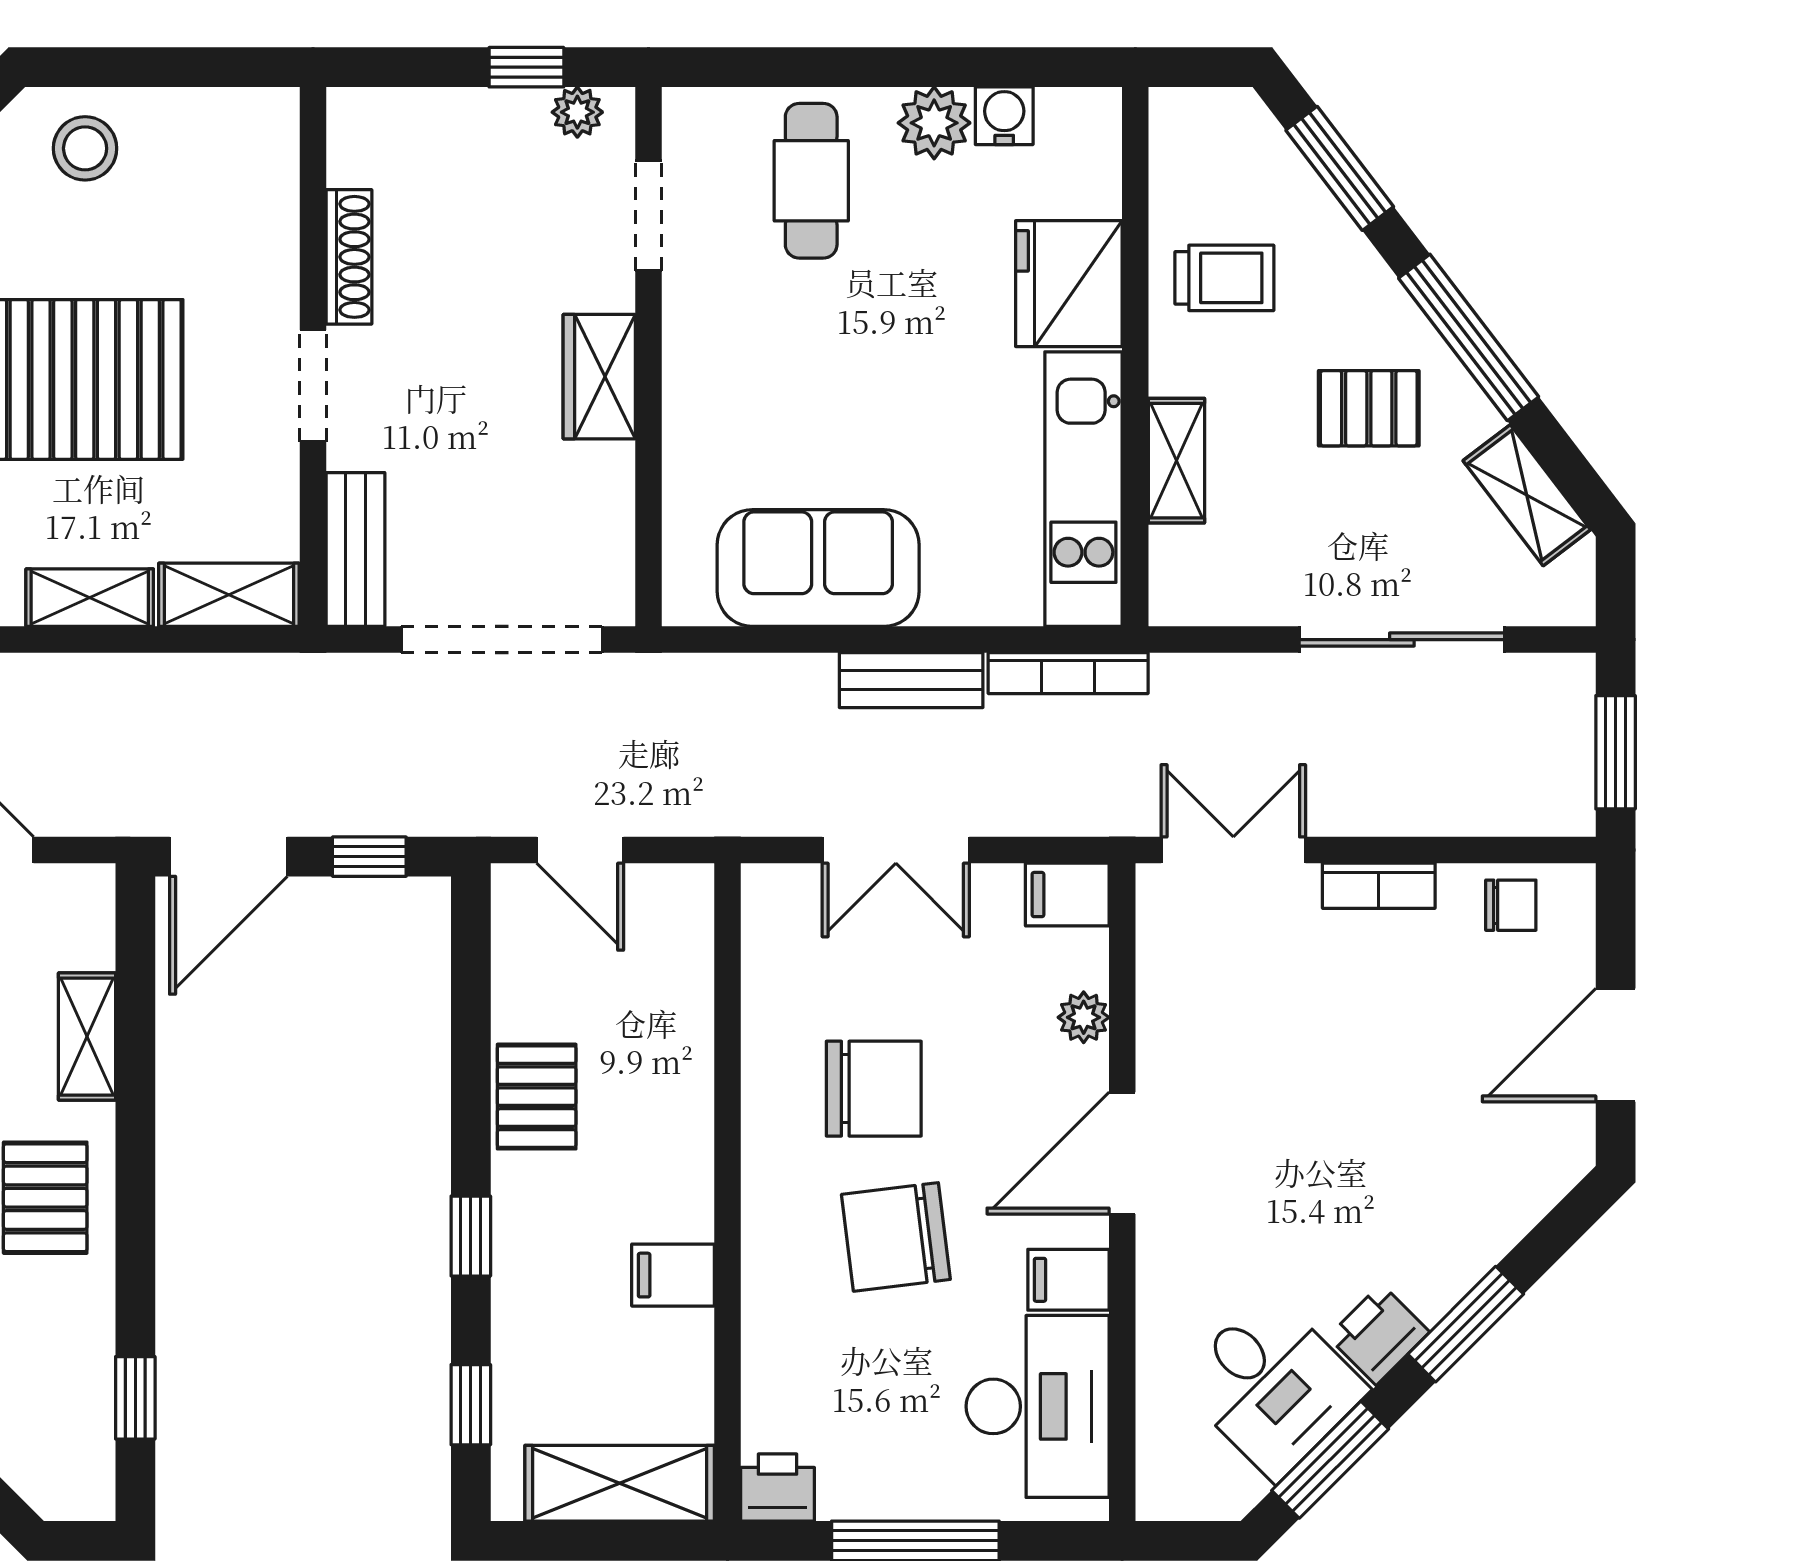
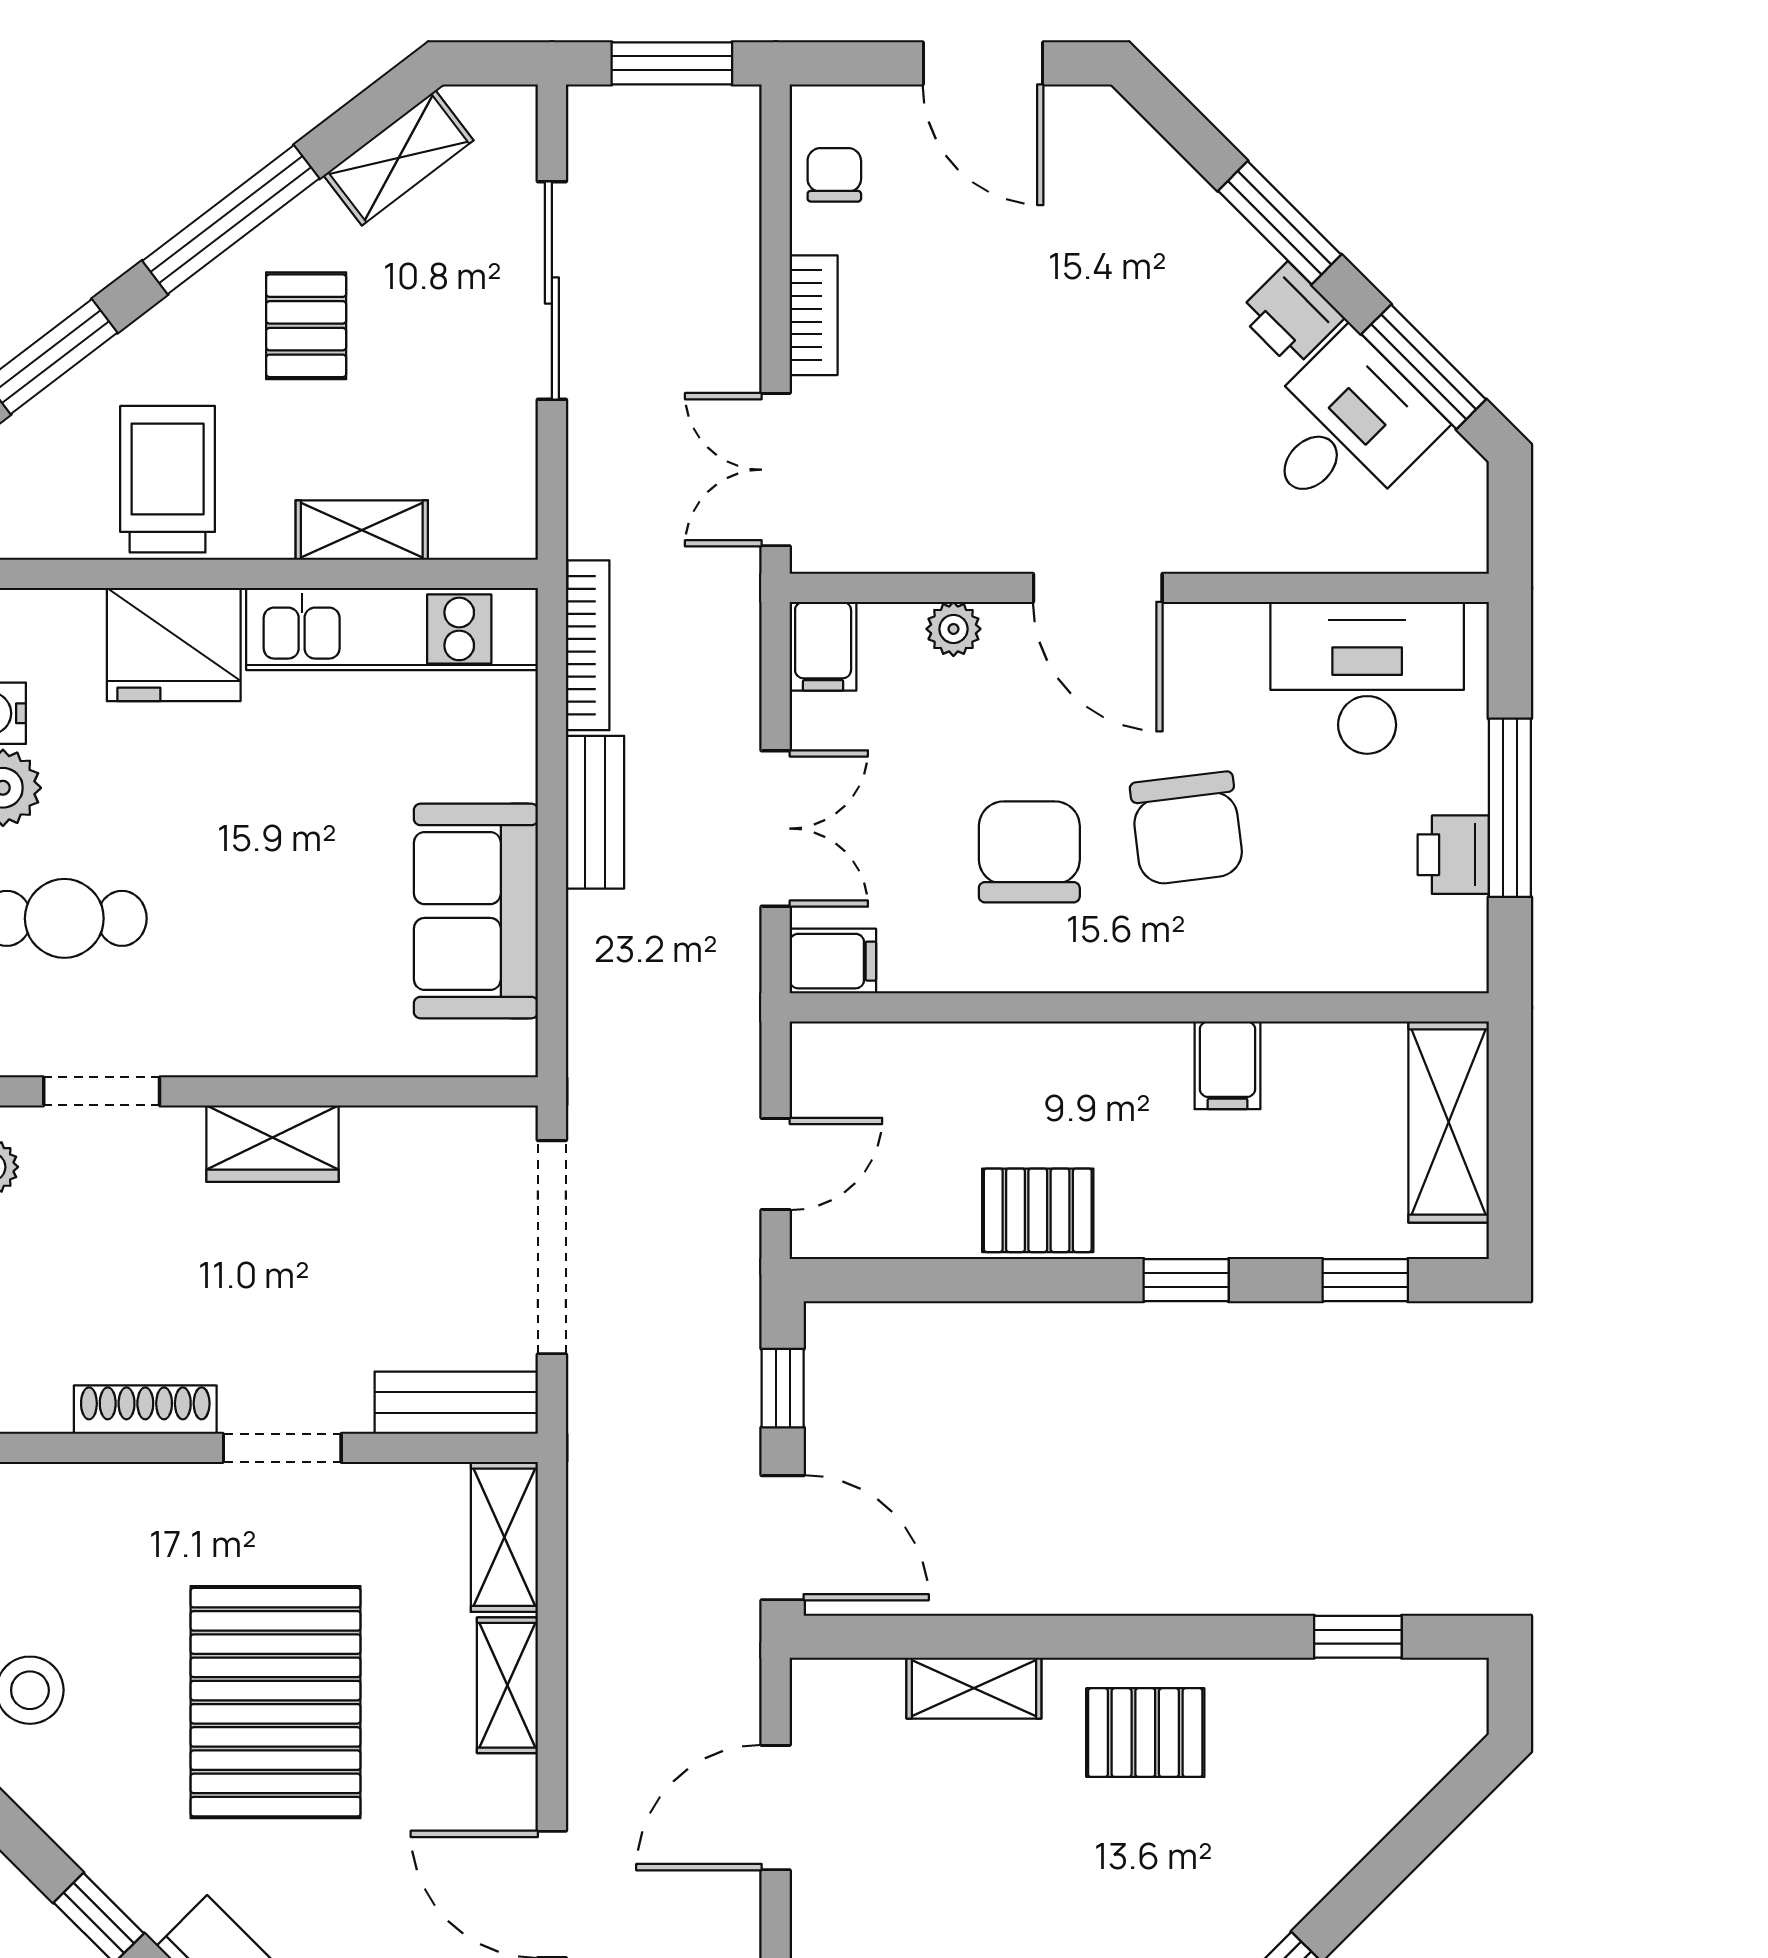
trolley: (1224, 278) -> (168, 479), width x1.36, depth x1.39
filing cabinet: (1068, 1280) -> (833, 961), moved, turned -90
printer: (777, 1488) -> (1453, 855), moved

